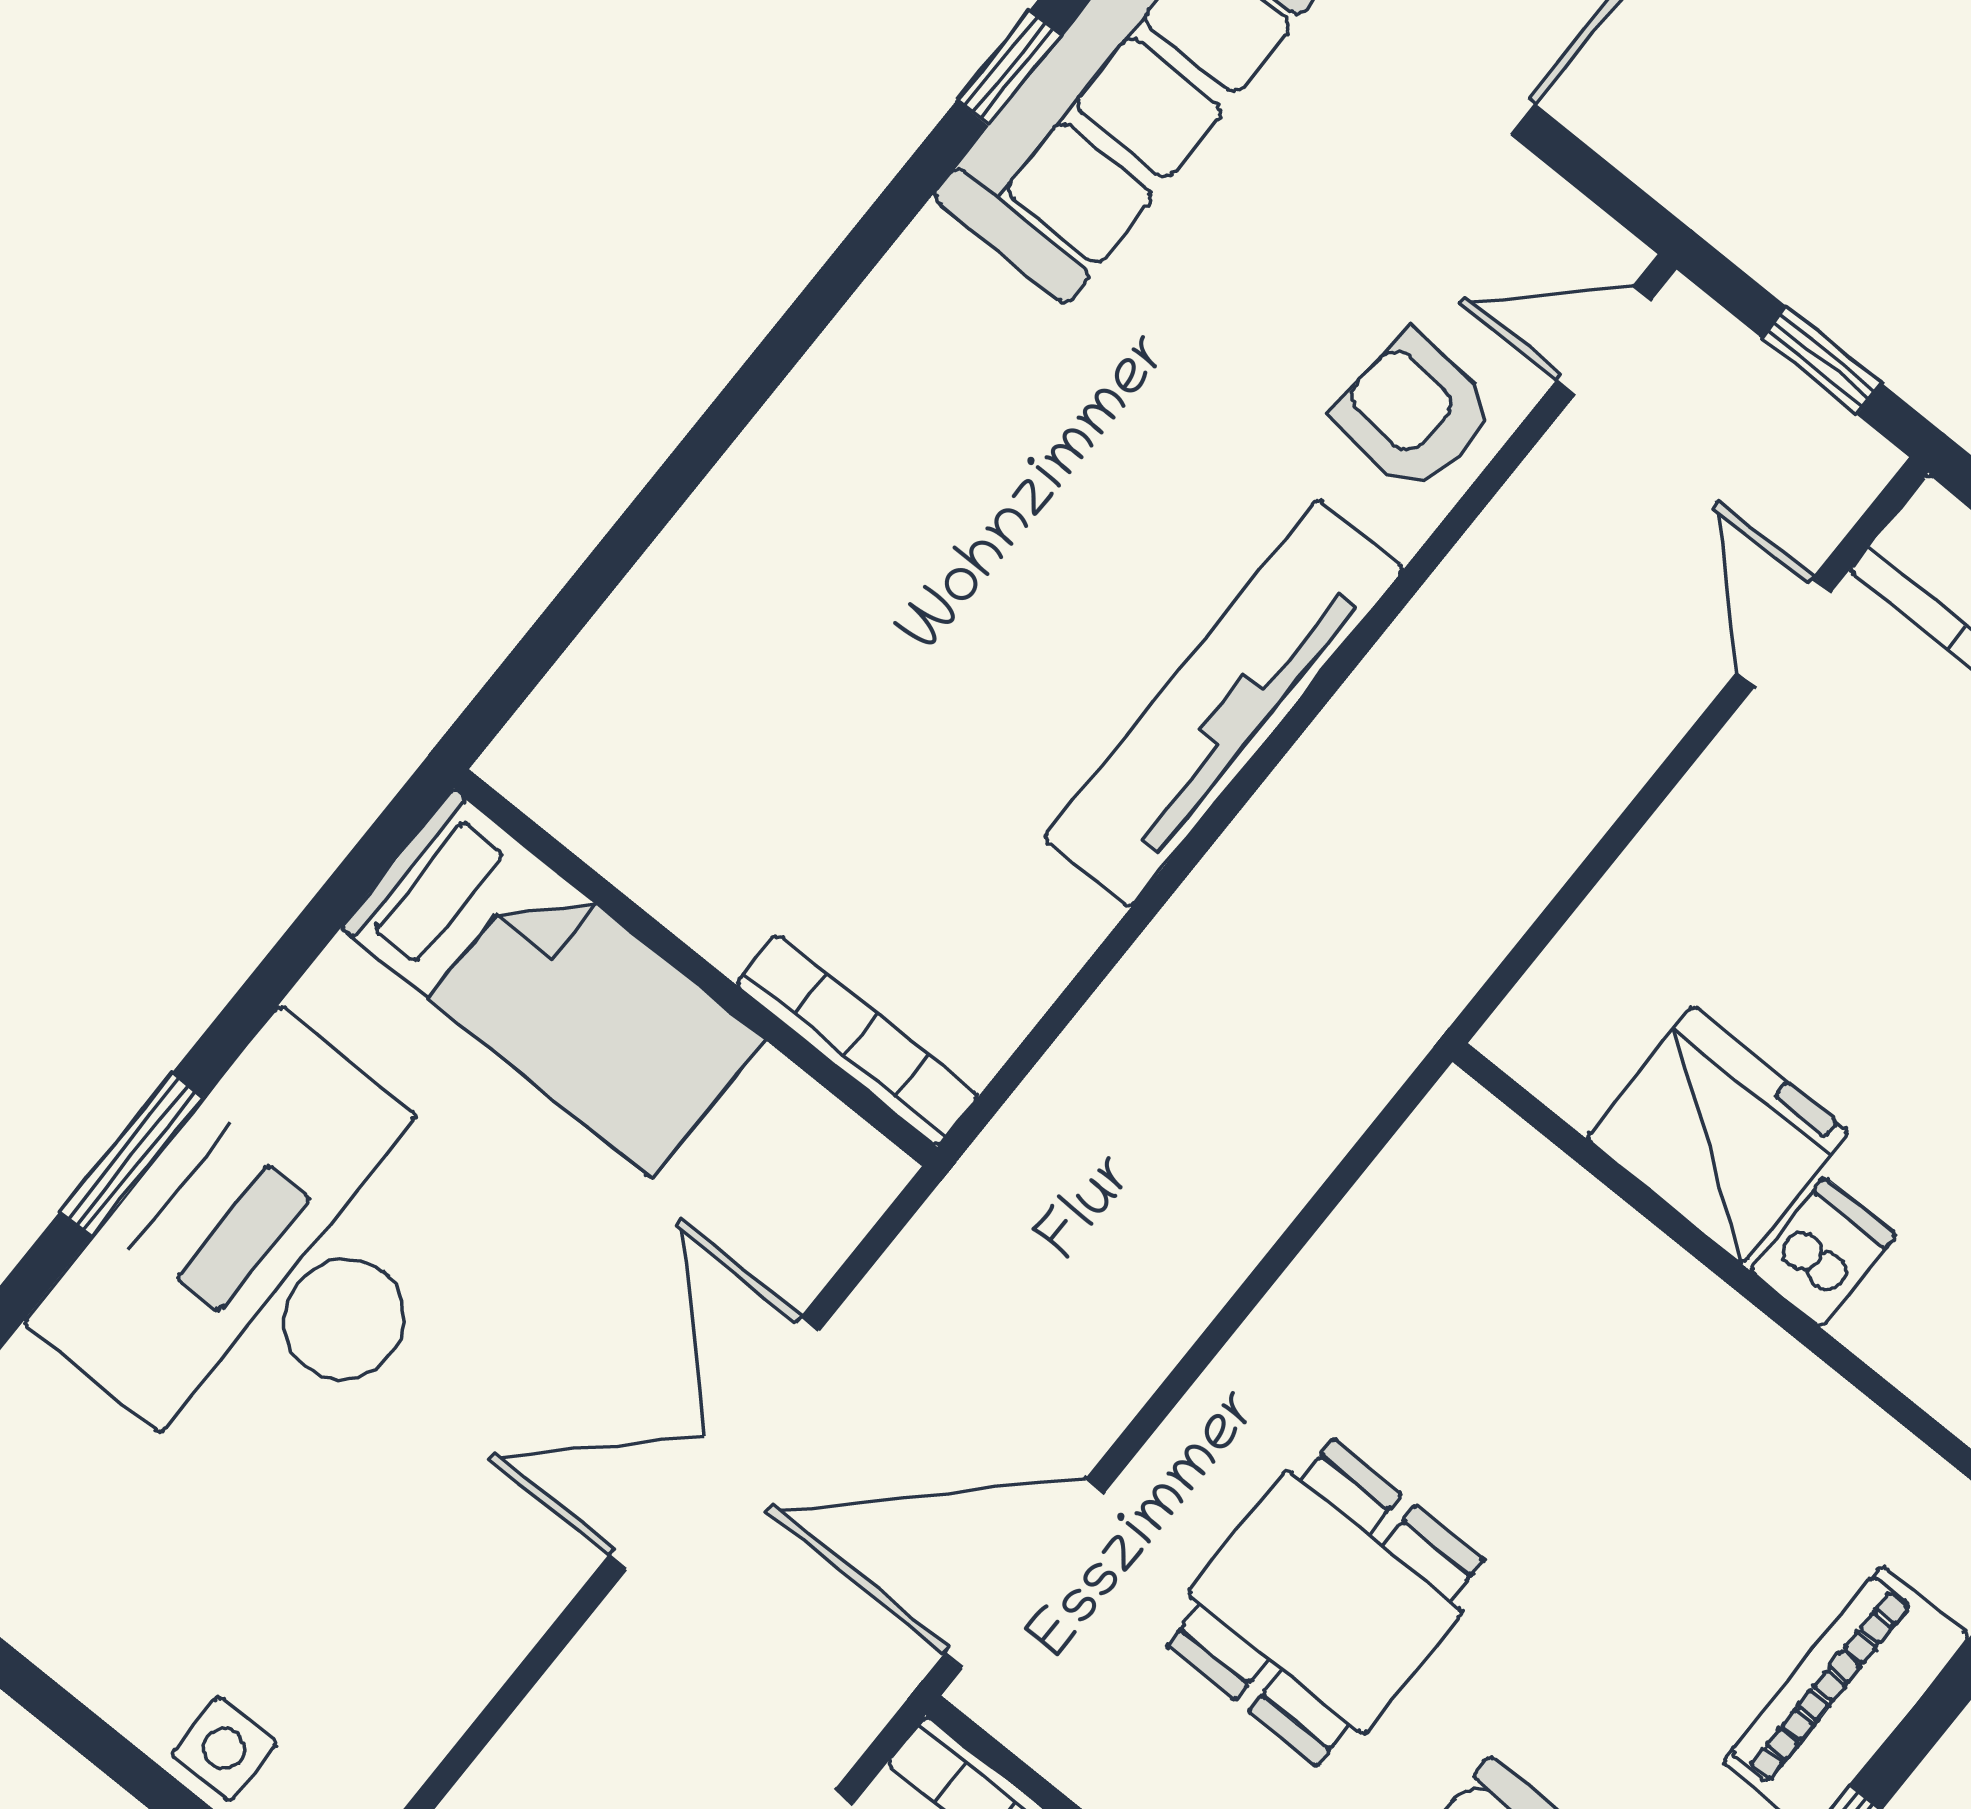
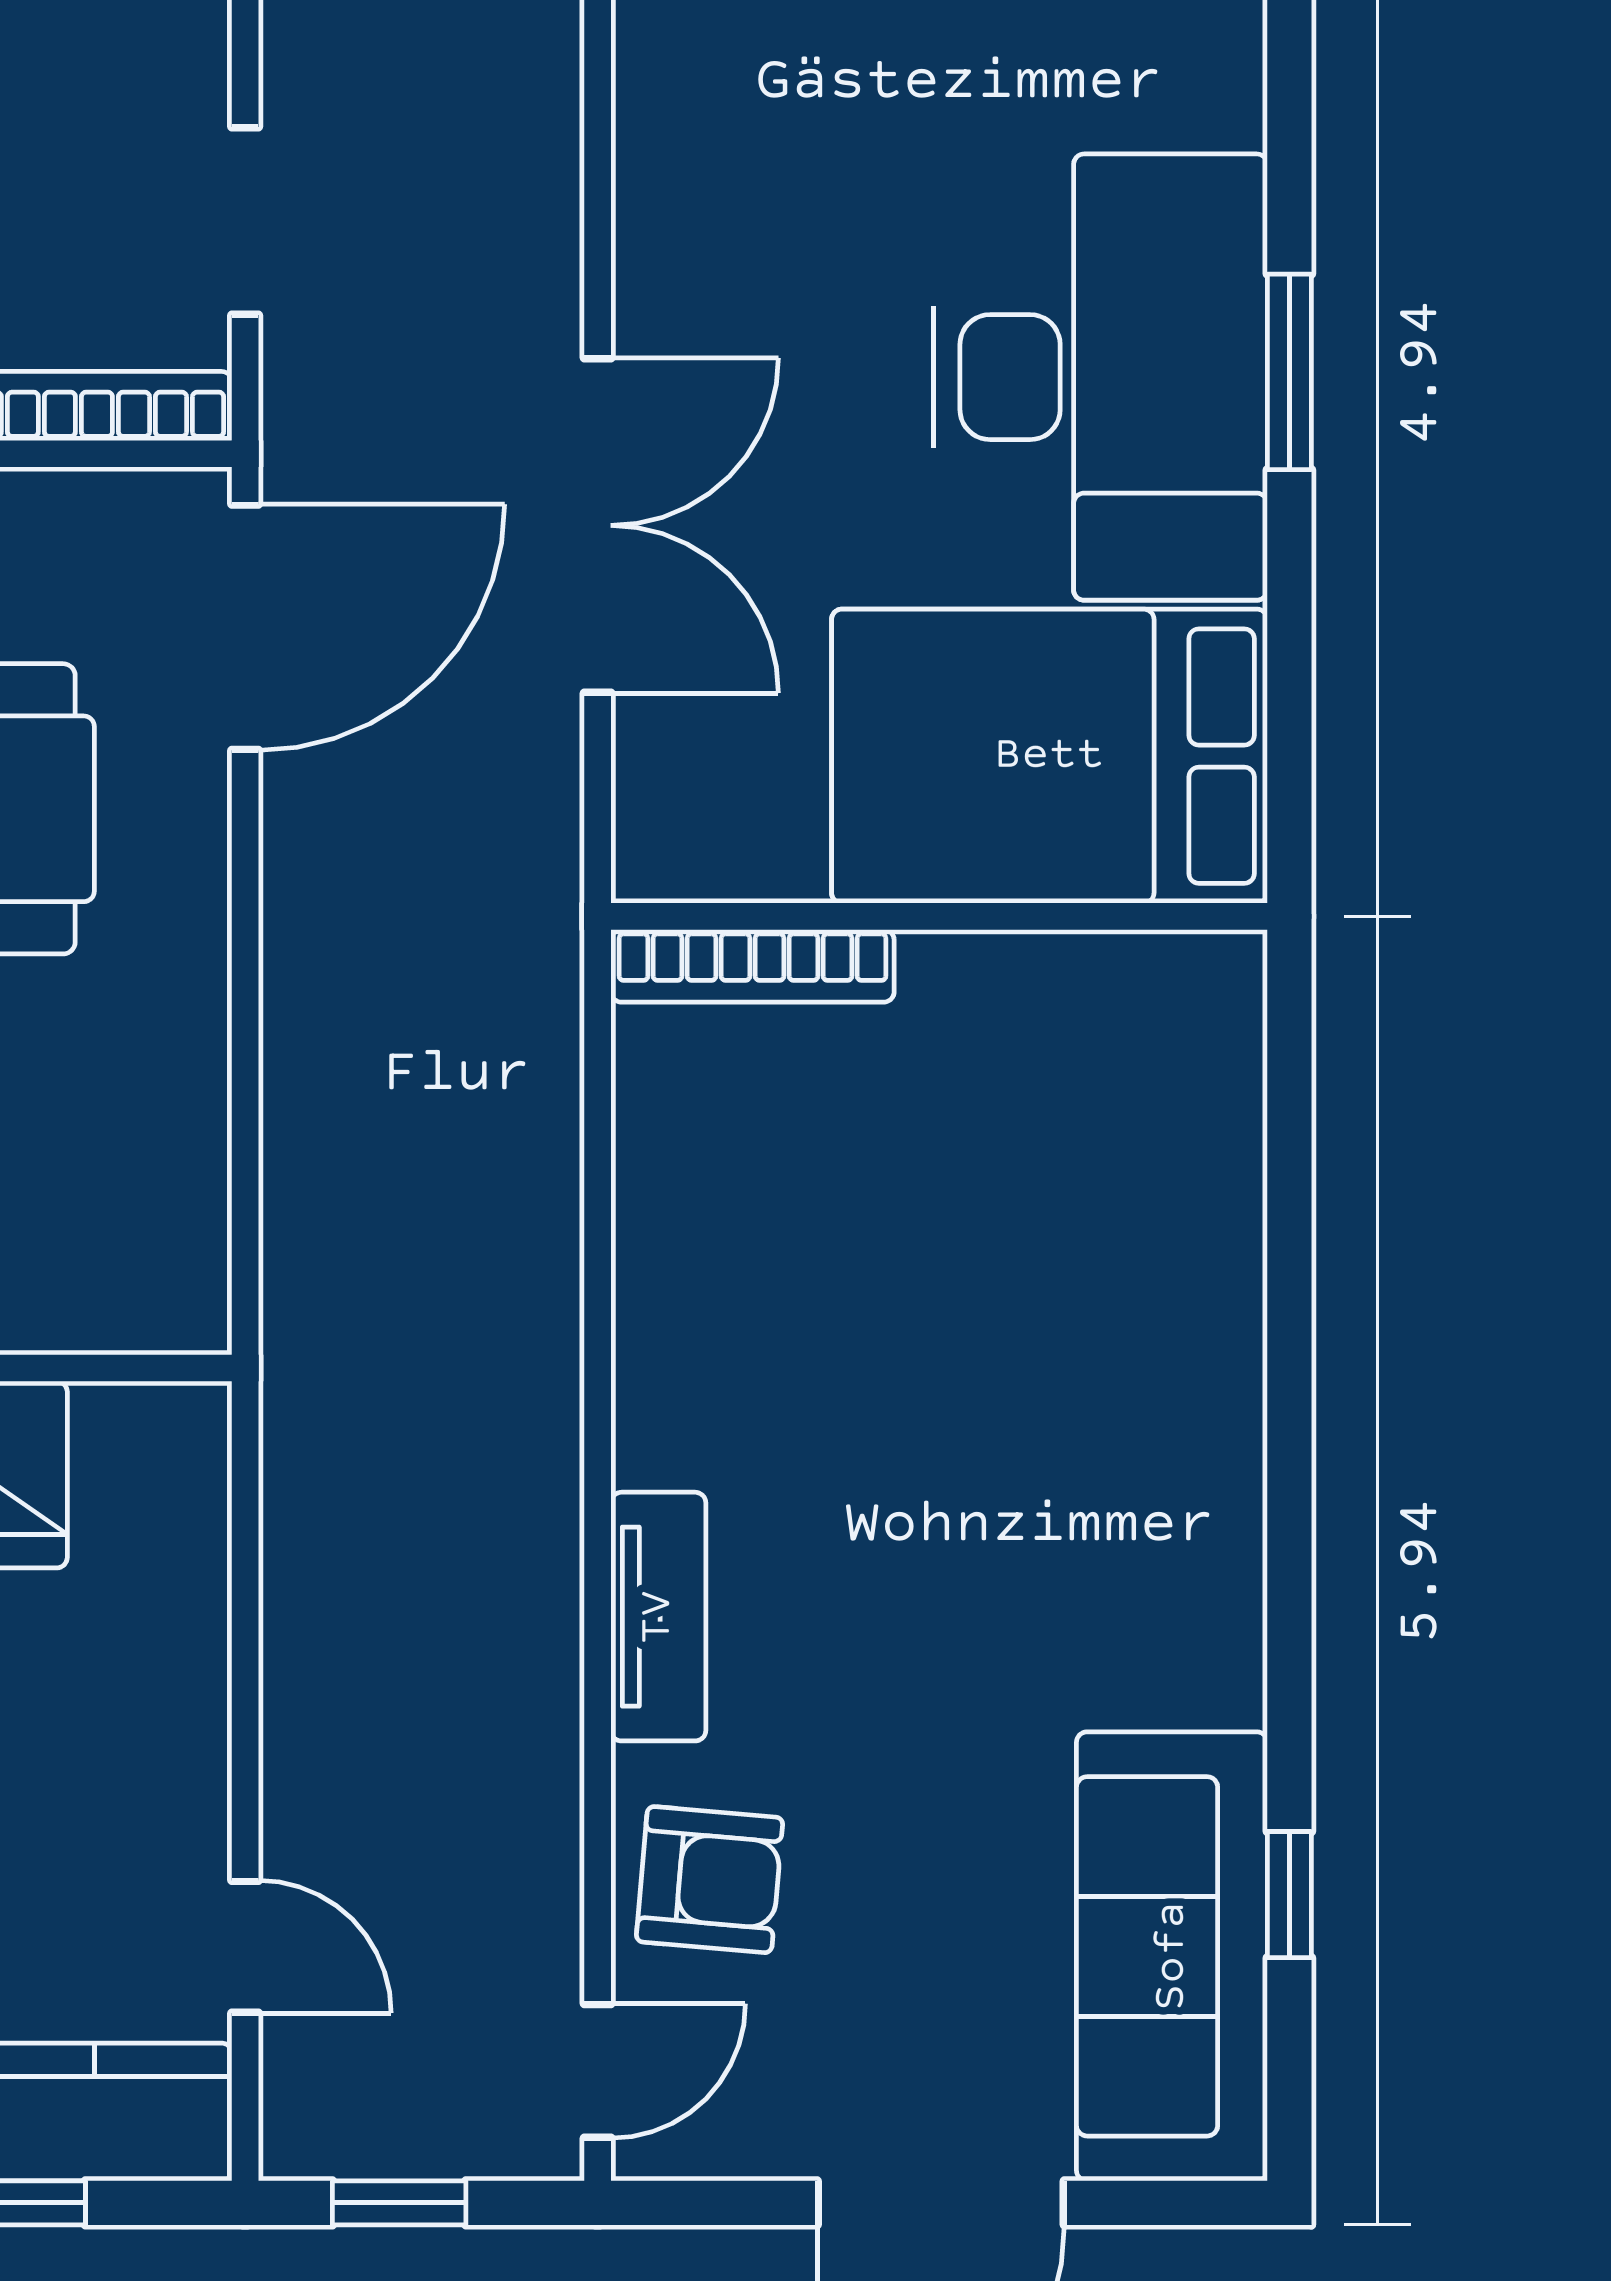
tv unit: (1224, 703) -> (658, 1617), width x0.52, depth x0.78
bed: (553, 983) -> (1049, 756), width x1.50

